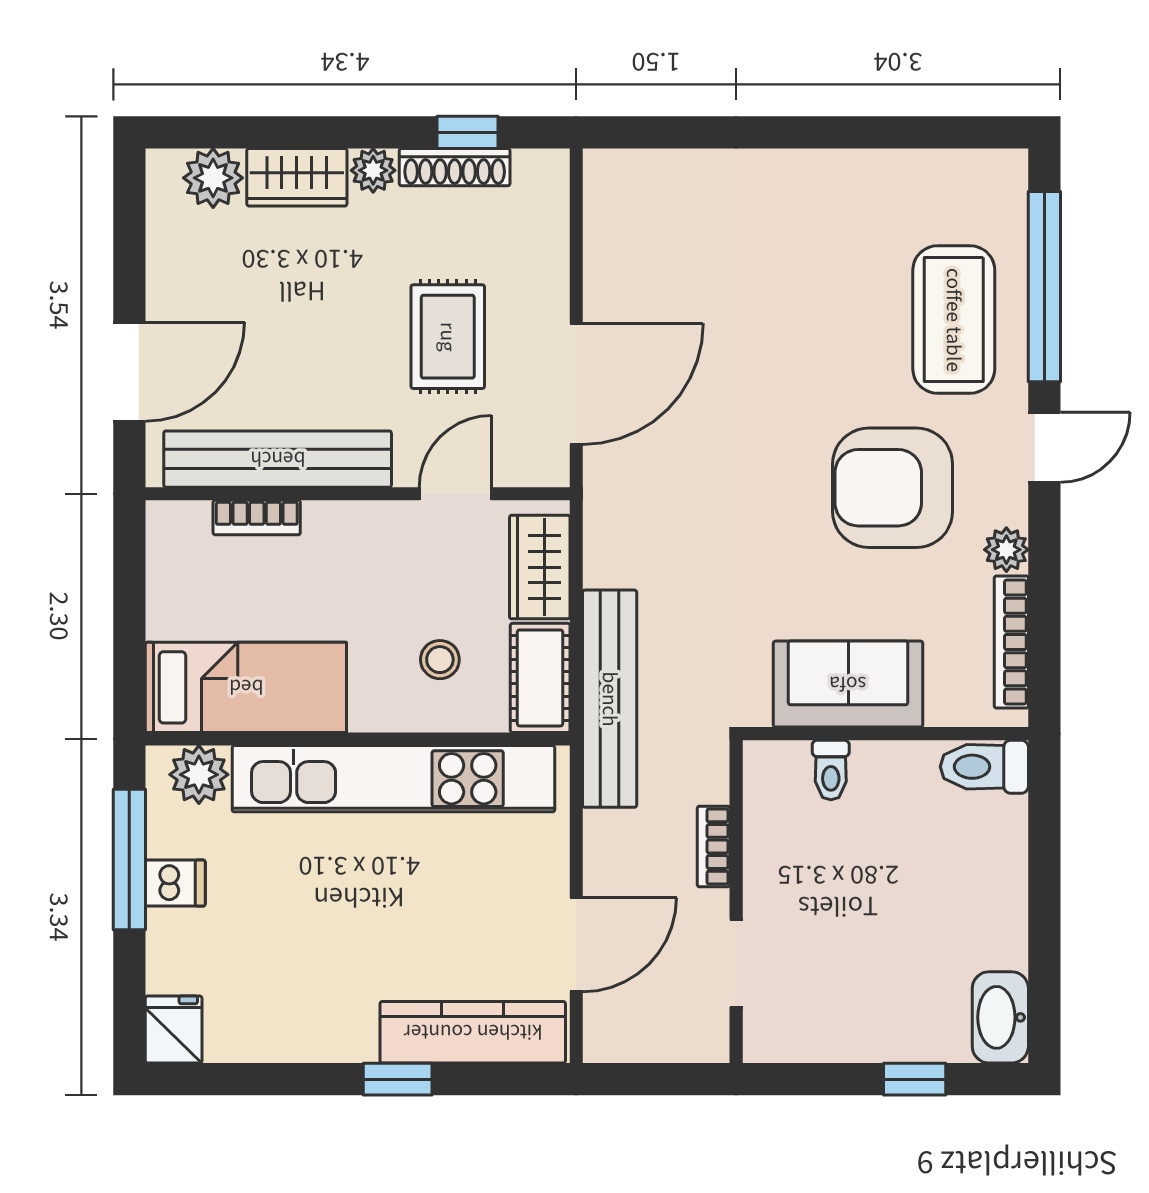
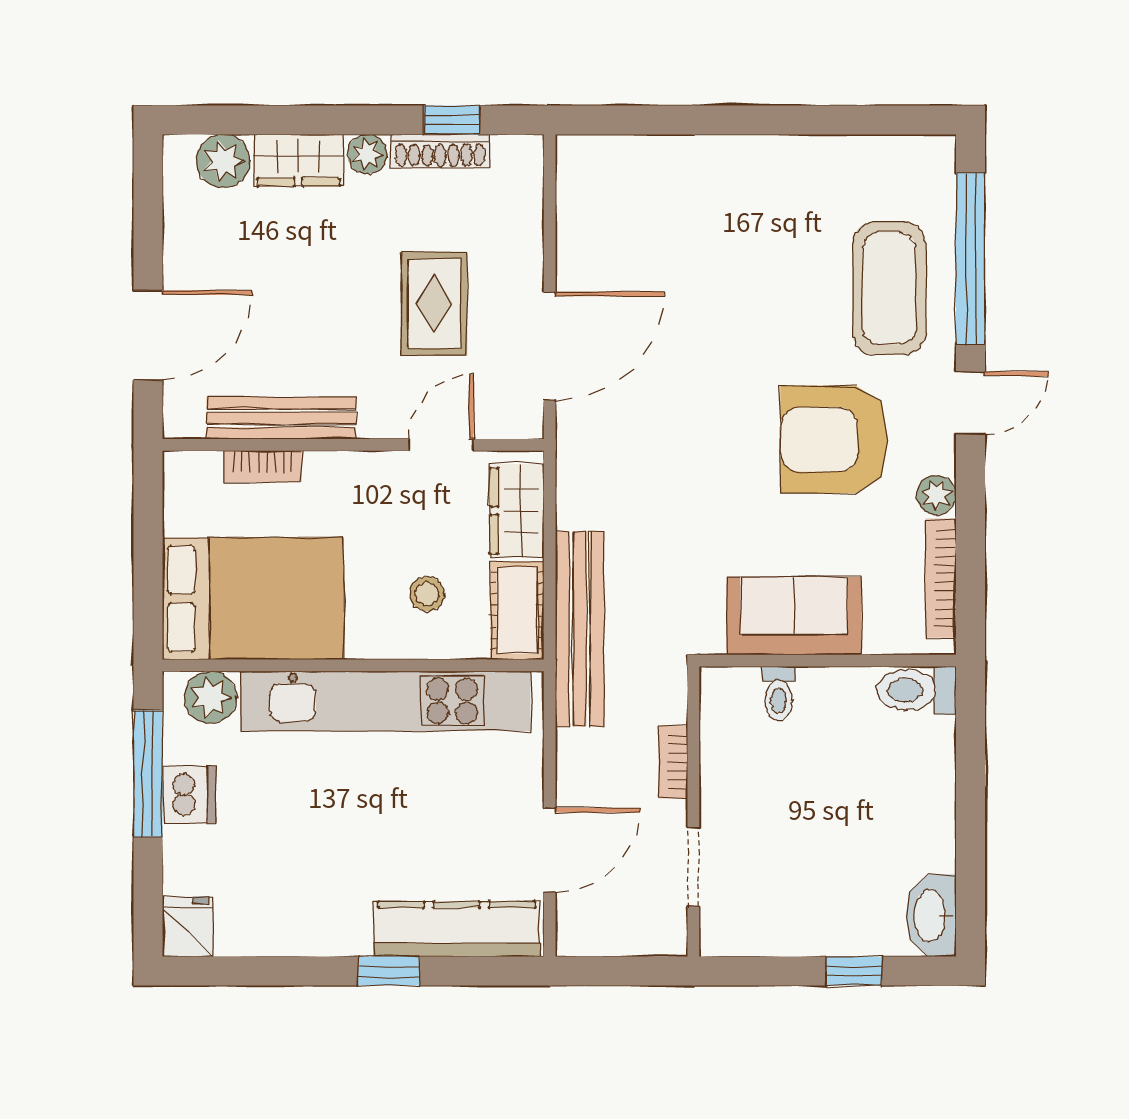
bench: (278, 459) -> (281, 418), width x0.73, depth x0.82
bed: (246, 687) -> (253, 599), width x1.50
dishwasher: (175, 883) -> (189, 795), width x1.38

